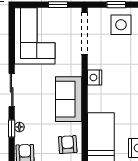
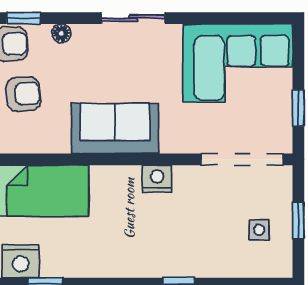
side table: (121, 25) -> (259, 230), width x0.54, depth x0.54
window: (12, 129) -> (24, 18), moved
armchair: (68, 145) -> (23, 94), moved

